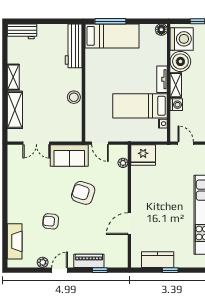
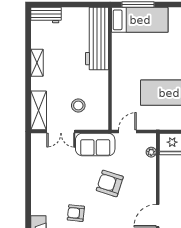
workbench: (74, 46) -> (97, 39), width x1.36, depth x1.32
stool: (74, 97) -> (78, 105), moved
shelving: (15, 110) -> (39, 110), moved
door: (100, 143) -> (127, 132), swing flipped

